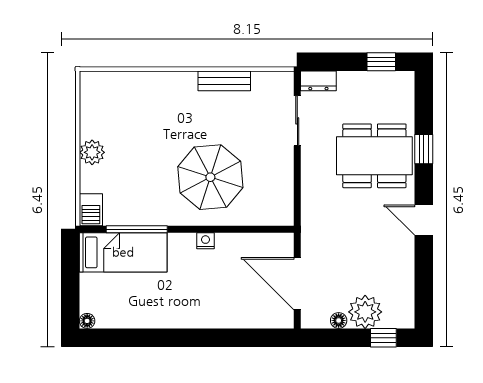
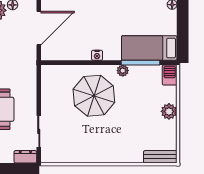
bench: (224, 81) -> (160, 157), moved
plant: (165, 217) -> (123, 71), added
door: (297, 284) -> (39, 28), hinge flipped

